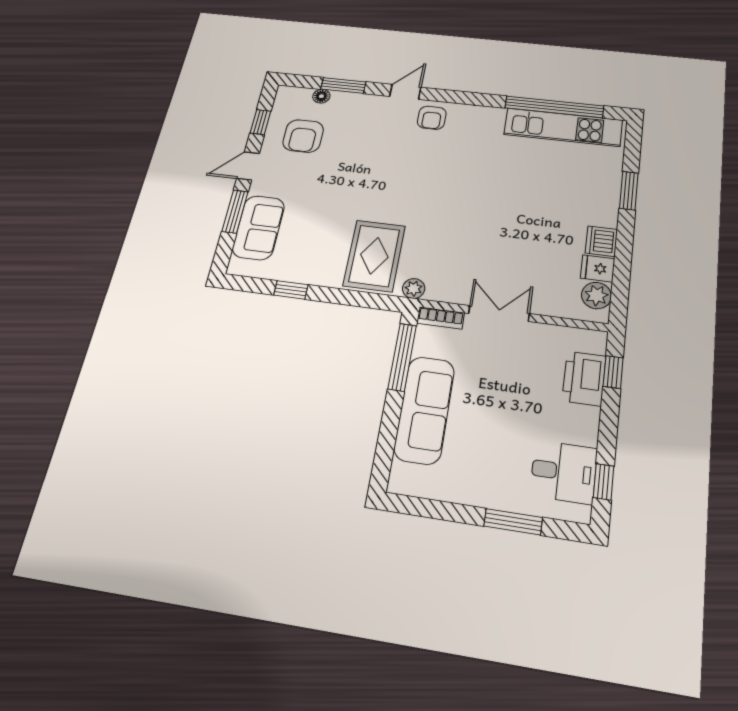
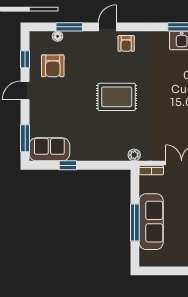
window: (235, 212) -> (25, 138), moved
sofa: (258, 228) -> (49, 149), moved, turned -90
rug: (374, 256) -> (117, 97), moved, turned 90
window: (402, 357) -> (135, 223), moved

